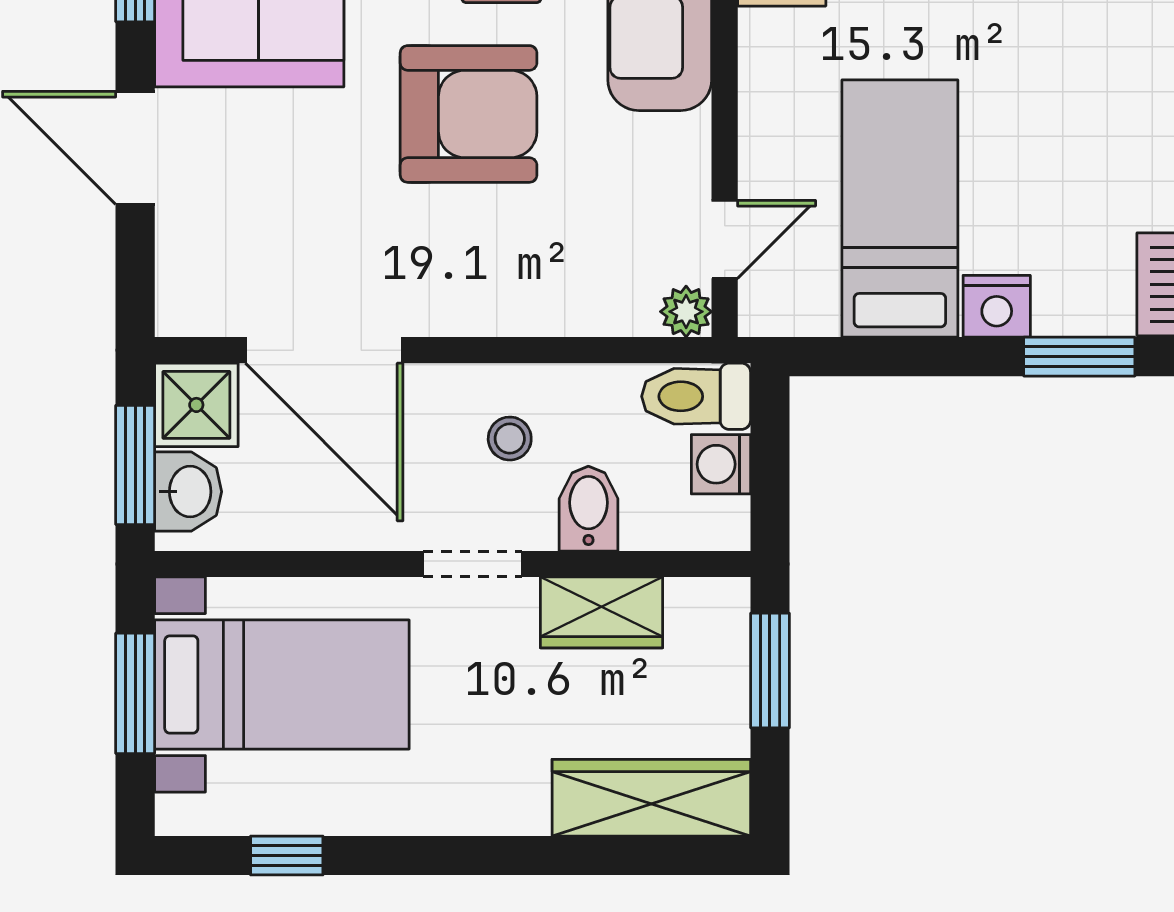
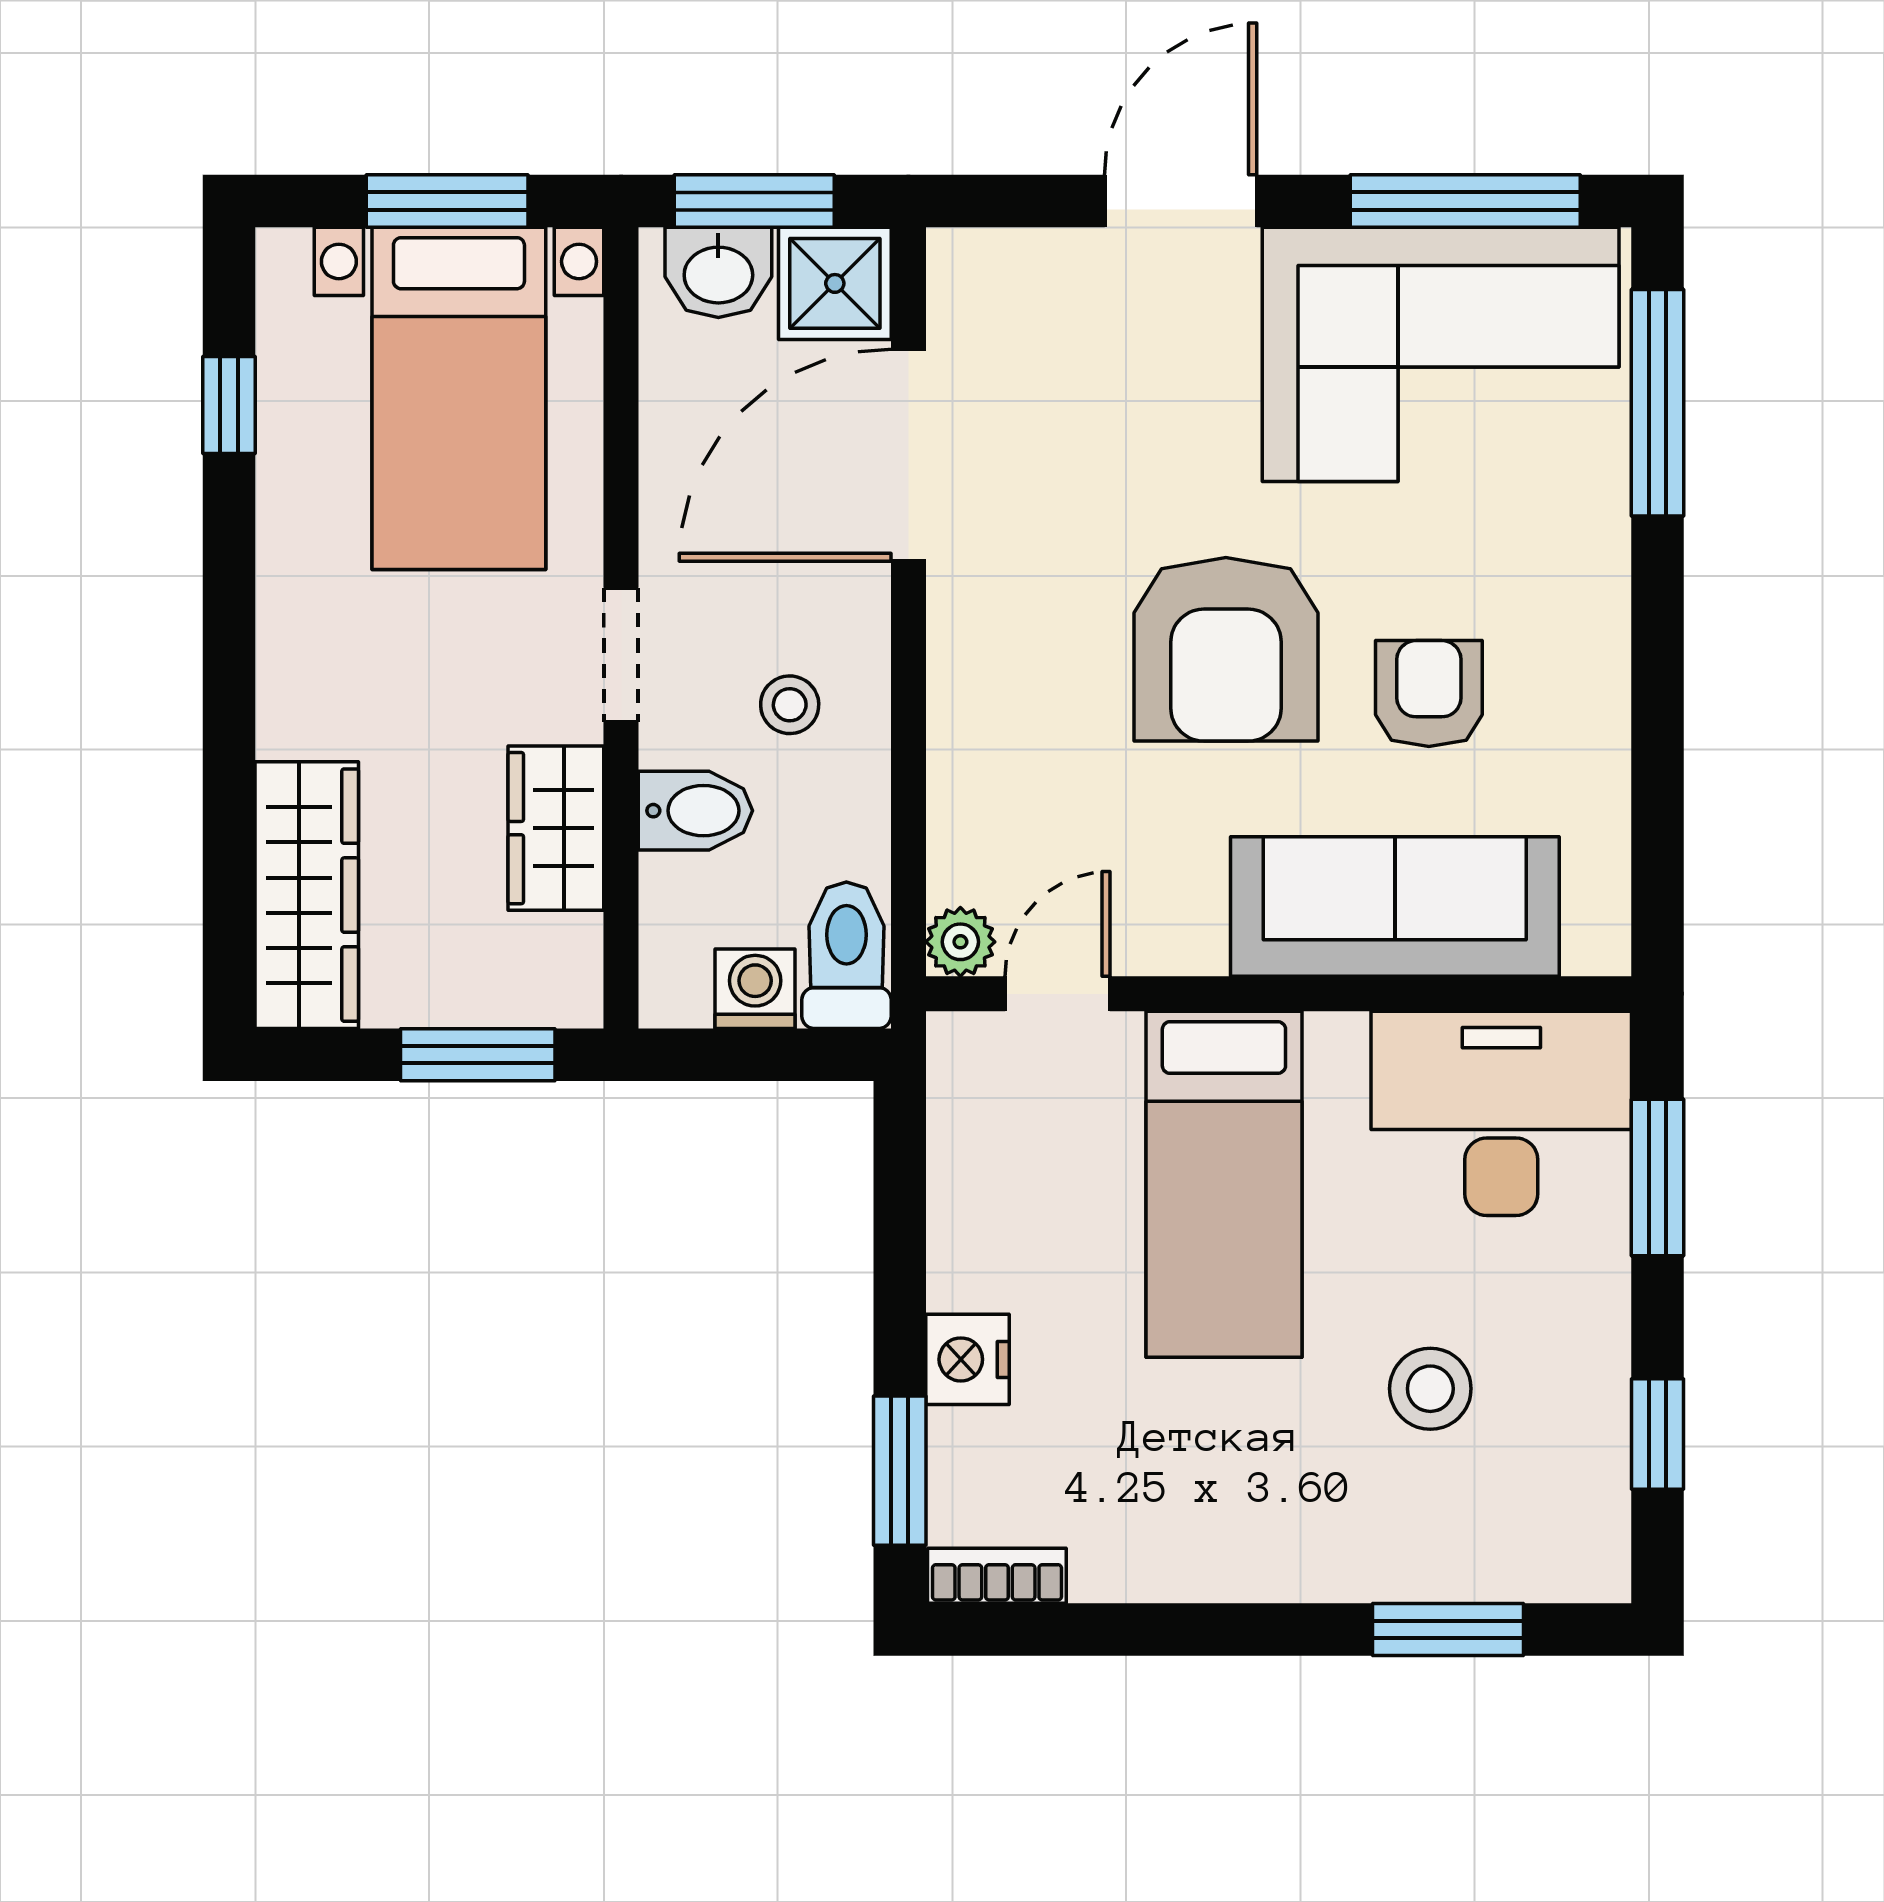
bed: (900, 208) -> (1224, 1184), moved, turned 90
door: (725, 239) -> (1058, 994), swing flipped

